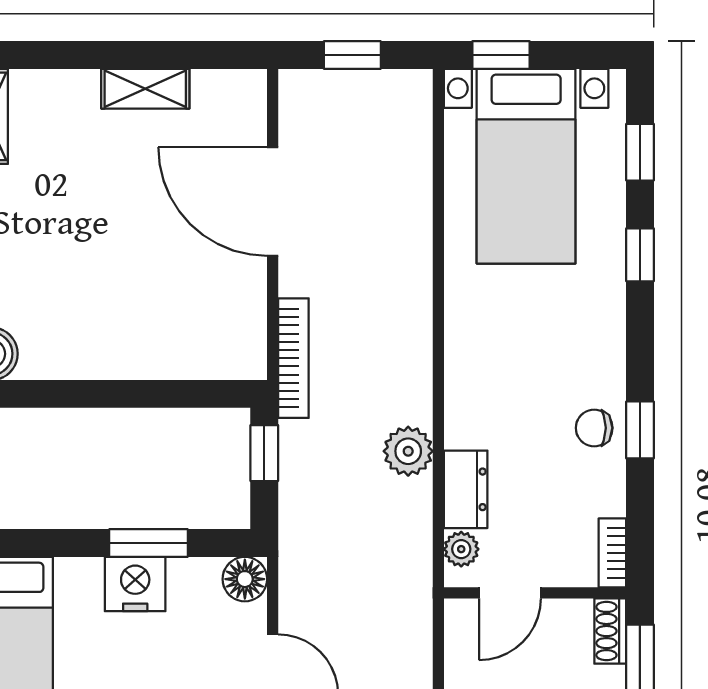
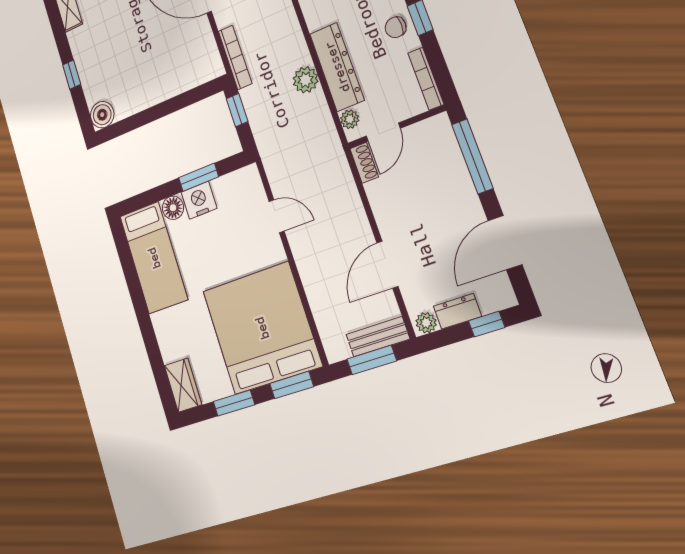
dresser: (466, 489) -> (337, 67), width x1.96, depth x1.24
bookcase: (612, 553) -> (426, 79), width x1.56
floor lamp: (245, 579) -> (173, 208), moved
shoe rack: (610, 631) -> (364, 163), moved, turned 180

